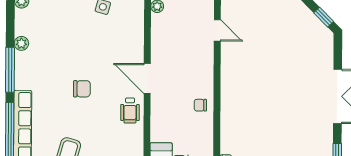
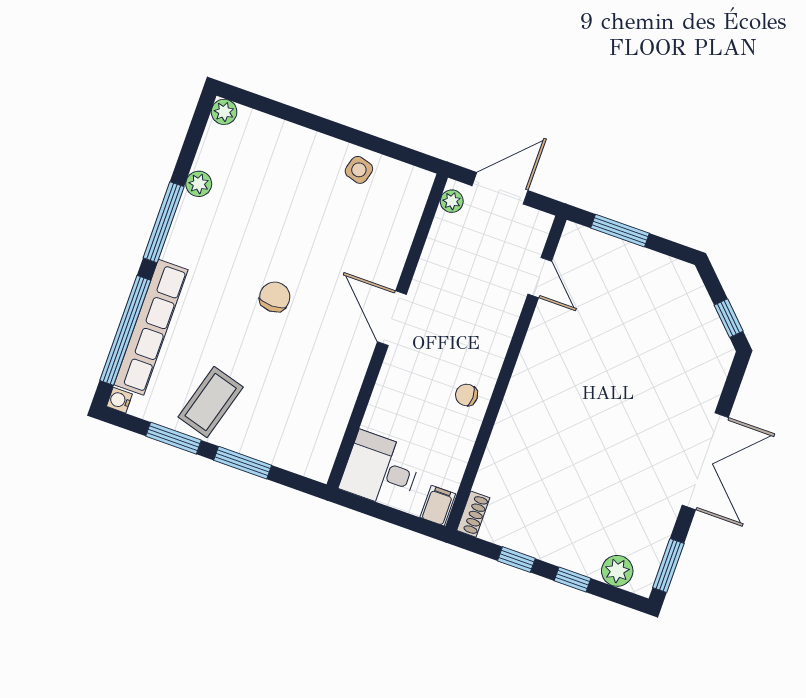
chair: (82, 89) -> (275, 297), turned -90
wheelchair: (130, 110) -> (344, 362), removed

